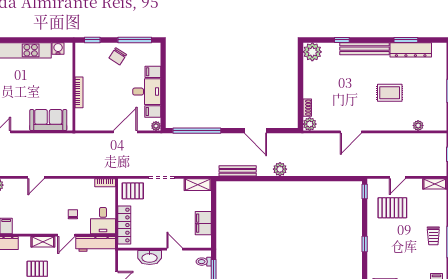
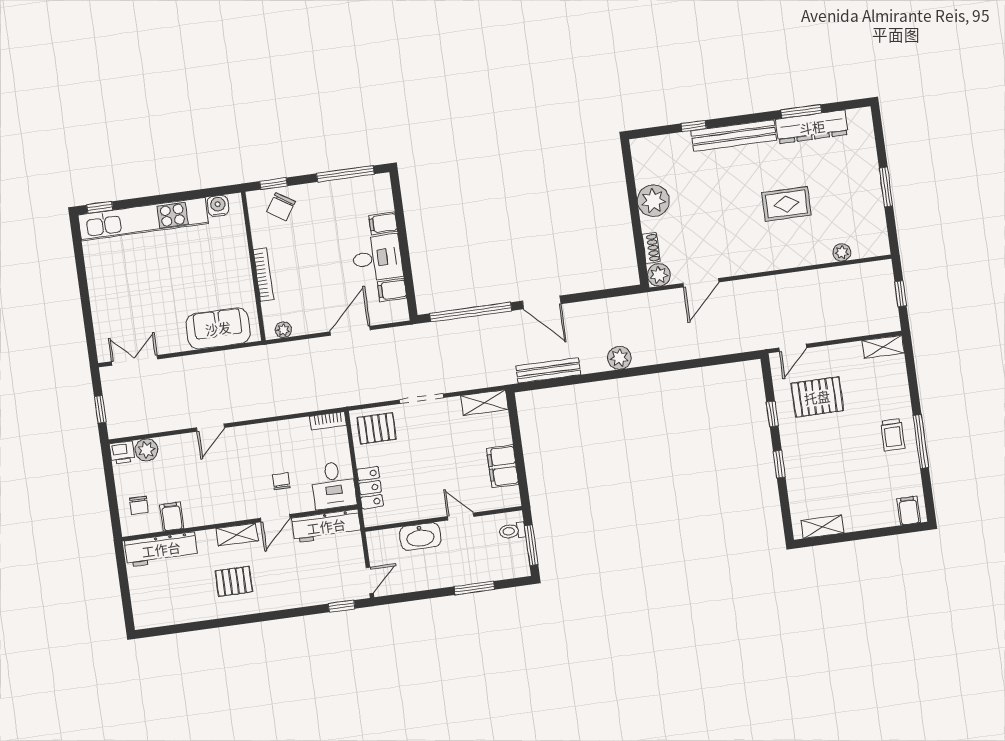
plant: (312, 52) -> (653, 201), moved
chair: (118, 56) -> (281, 207), moved
plant: (156, 126) -> (283, 330), moved
door: (255, 131) -> (542, 302), moved
door: (351, 132) -> (701, 283), moved
door: (397, 177) -> (793, 348), moved
window: (365, 191) -> (772, 414), moved
locker: (124, 225) -> (370, 488), width x0.66

